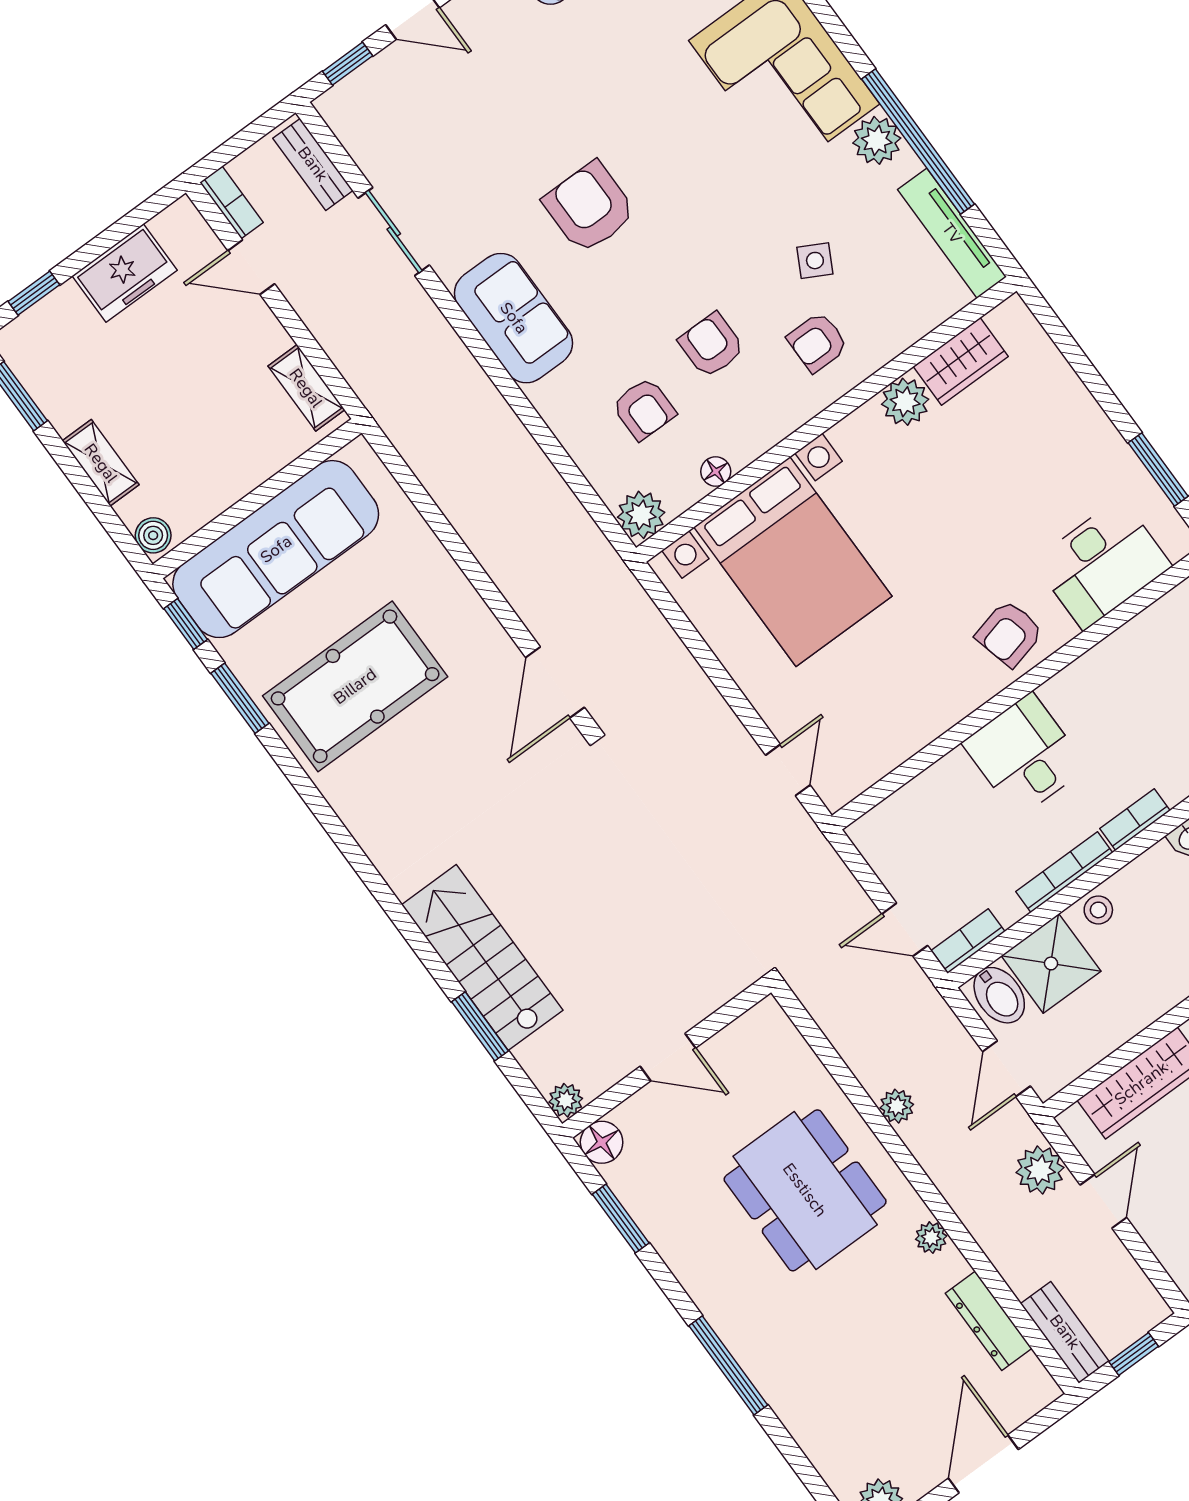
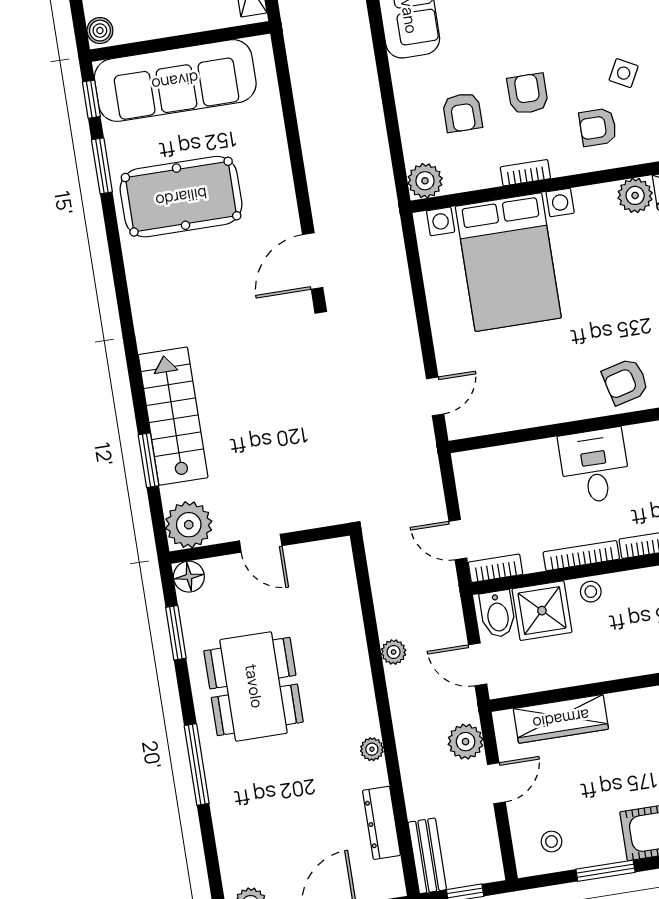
bookcase: (758, 443) -> (525, 173), added
floor lamp: (716, 472) -> (488, 177), removed
door: (1006, 1069) -> (478, 664), hinge flipped
plant: (566, 1100) -> (189, 525), width x1.87, depth x1.87
dining table: (805, 1190) -> (254, 686), moved

